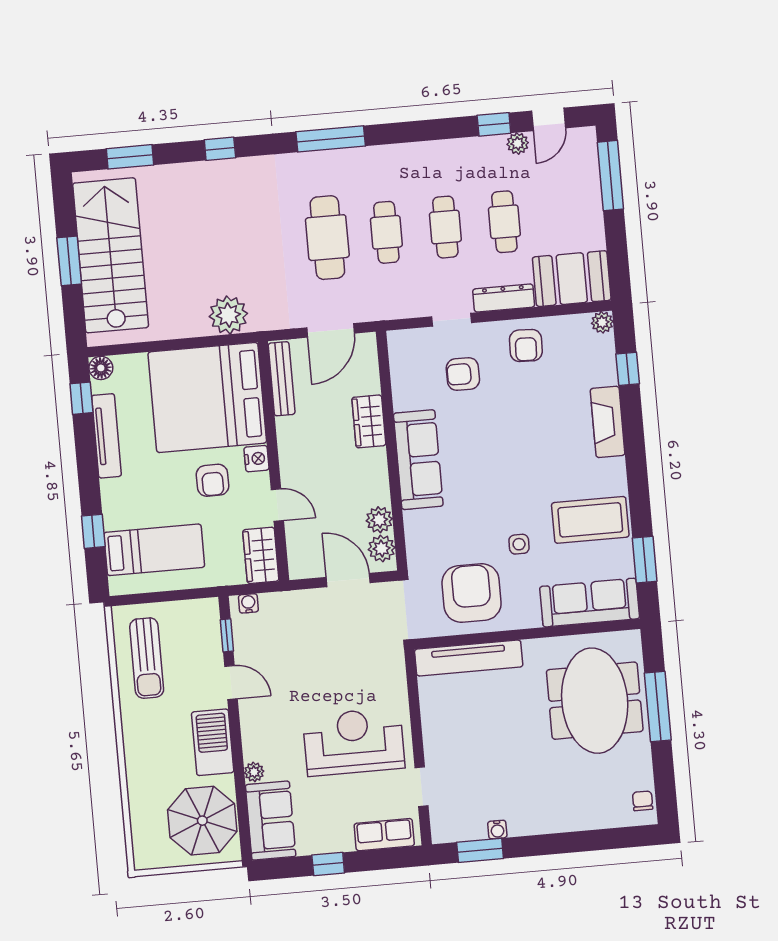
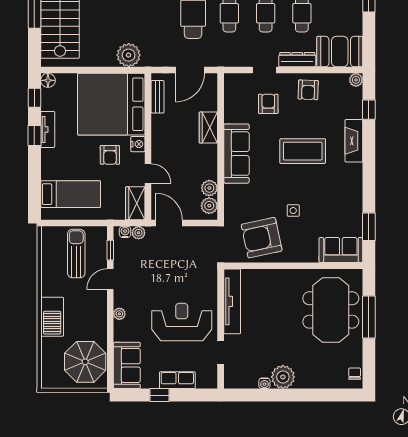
armchair: (463, 374) -> (268, 104), turned 90
bench: (282, 379) -> (157, 97), width x0.73
tv unit: (106, 436) -> (48, 129), width x0.71
coffee table: (590, 520) -> (303, 151), moved
window: (93, 531) -> (34, 135), moved
door: (348, 580) -> (169, 223), moved
armchair: (472, 593) -> (262, 238), turned -102
plant: (270, 603) -> (139, 233), added
sofa: (590, 603) -> (341, 250), width x0.73
sun lounger: (147, 658) -> (76, 254), moved, turned 180
tv unit: (469, 658) -> (232, 301), moved, turned -90
door: (231, 683) -> (110, 279), swing flipped
barbecue: (213, 742) -> (52, 317), moved, turned 180
plant: (254, 772) -> (119, 314), moved
plant: (526, 817) -> (283, 377), added
row of seats: (384, 835) -> (177, 380), moved
window: (480, 850) -> (253, 395), removed

